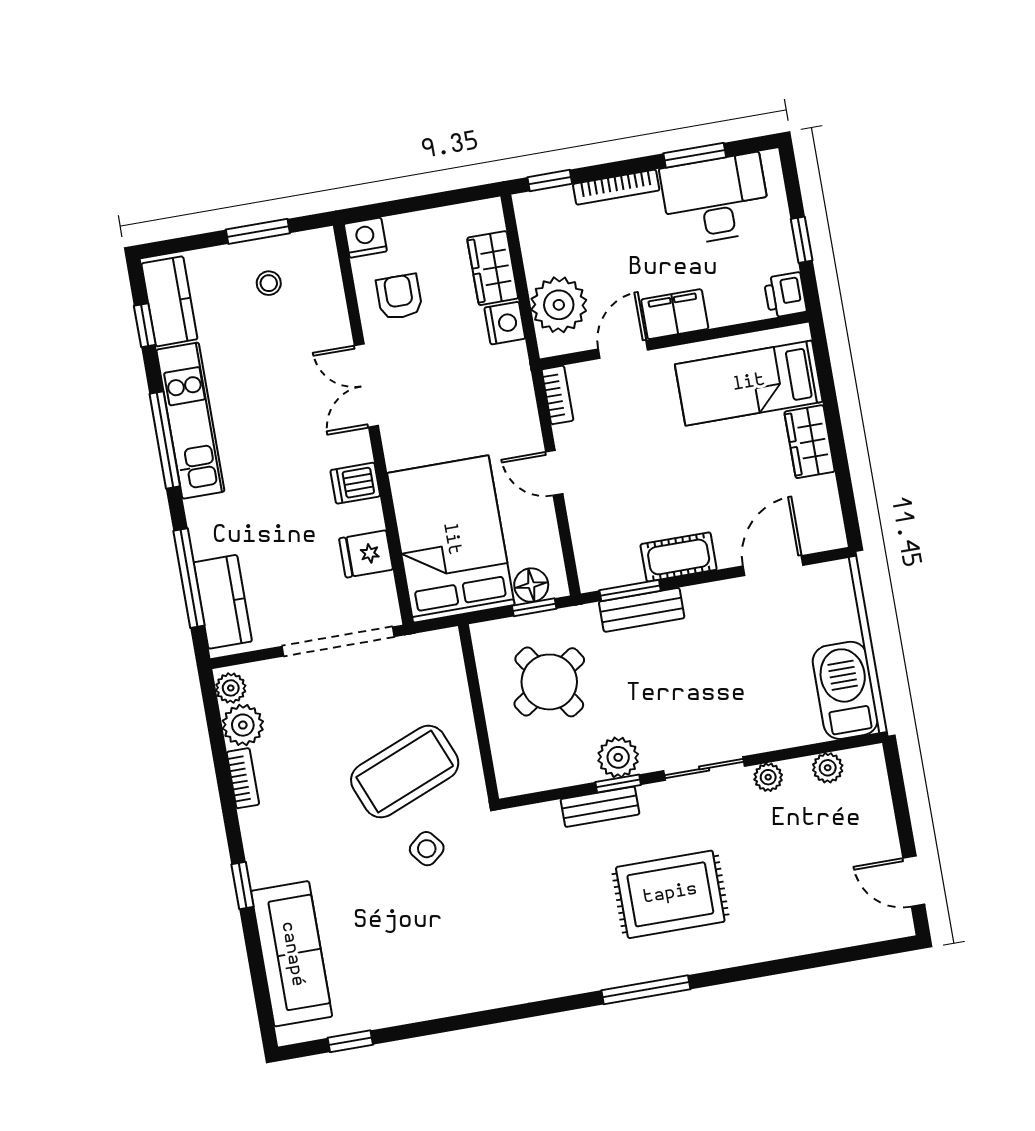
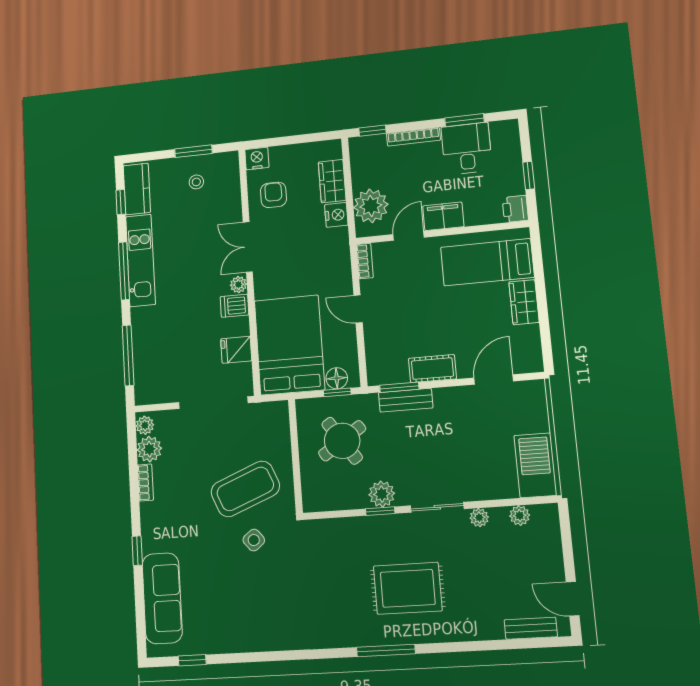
desk: (716, 199) -> (467, 149), width x0.73
plant: (358, 448) -> (238, 285), added
kitchen counter: (223, 602) -> (146, 372), removed
bench: (600, 807) -> (531, 628), moved

